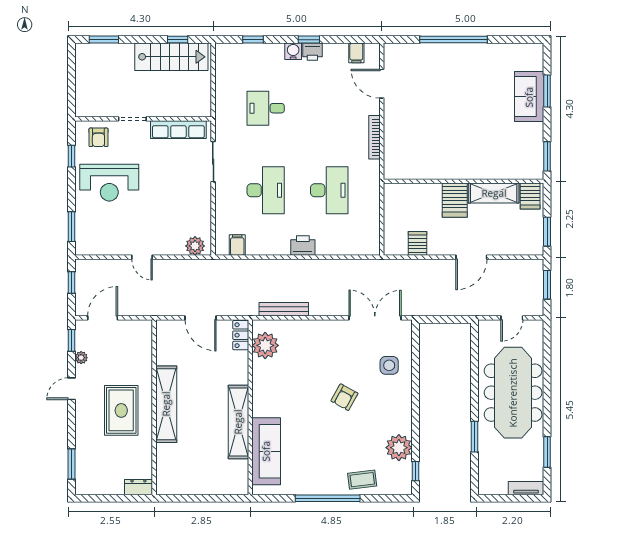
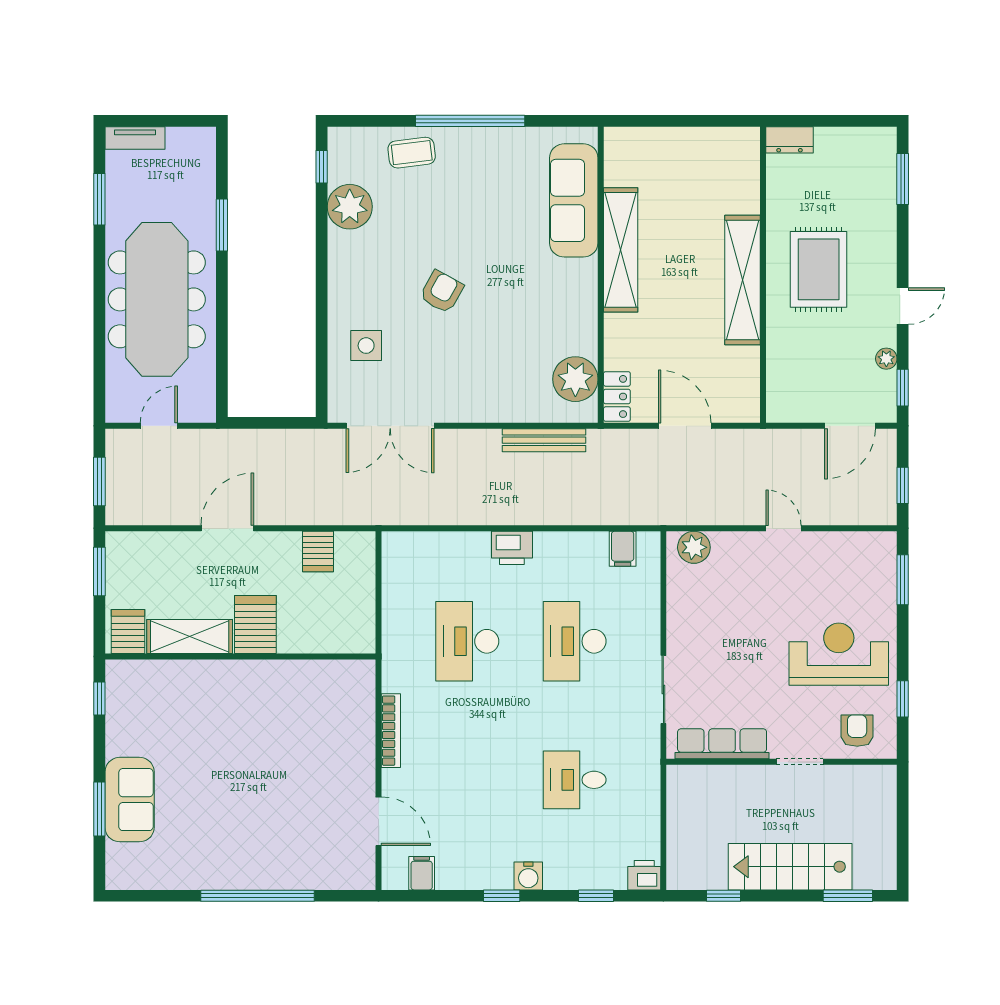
printer: (312, 52) -> (644, 875), moved
stairs: (171, 57) -> (790, 867), moved
desk: (266, 108) -> (575, 780), turned 180
window: (547, 156) -> (99, 699), width x0.67

